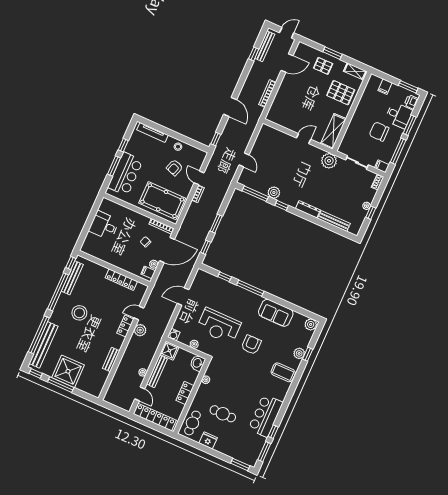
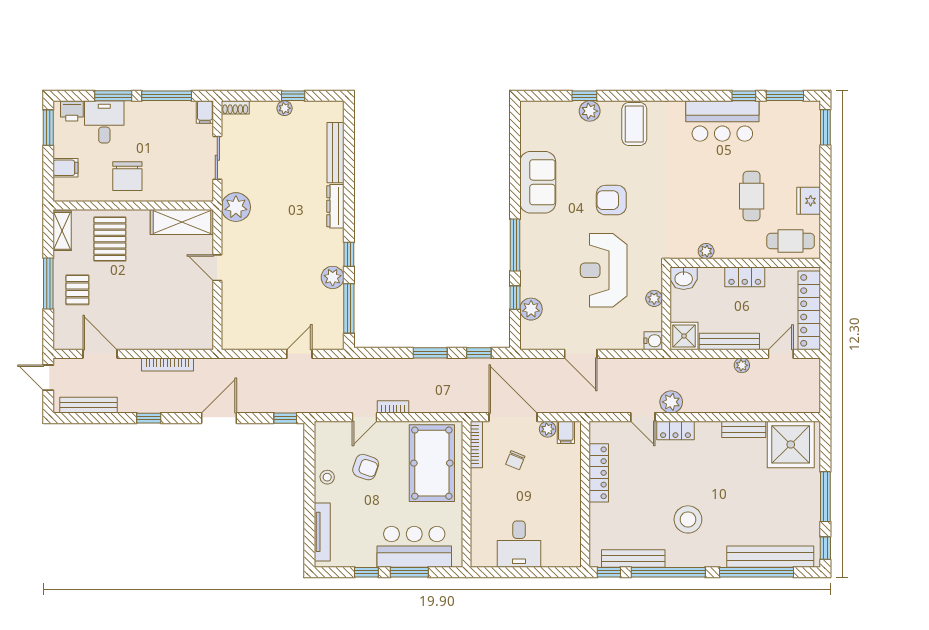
window: (332, 53) -> (48, 283), width x1.44
window: (254, 54) -> (149, 418), moved
chair: (379, 132) -> (127, 176), moved
plant: (311, 324) -> (531, 309), moved
reception desk: (219, 326) -> (604, 270), turned 180
shower: (68, 371) -> (791, 444), moved

